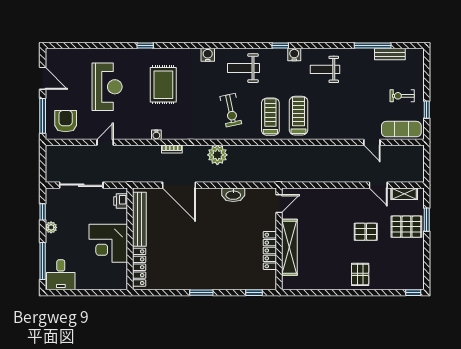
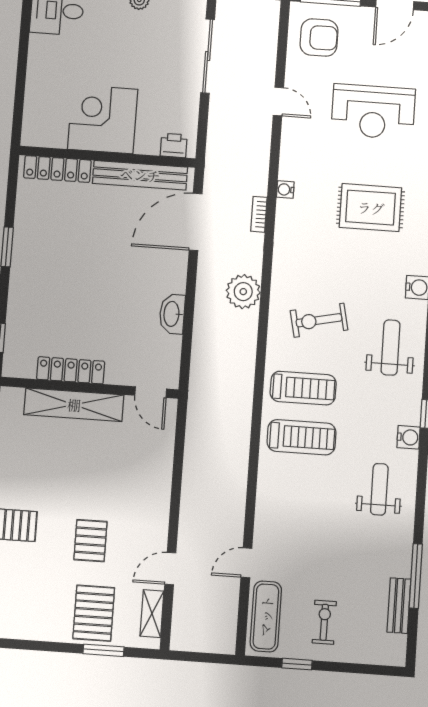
printer: (121, 201) -> (174, 145), moved
bench: (139, 219) -> (140, 175), moved
wall: (130, 239) -> (107, 157), moved
corner desk: (108, 243) -> (103, 119), moved
locker: (139, 267) -> (57, 169), moved

